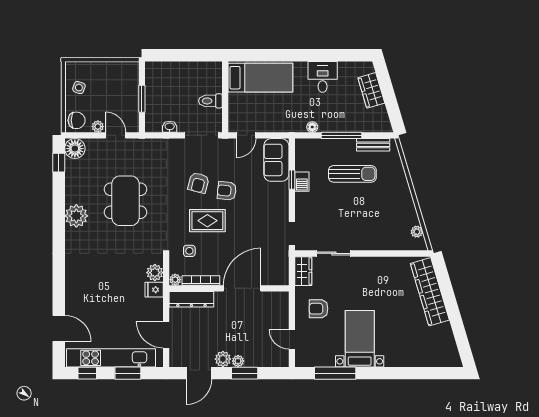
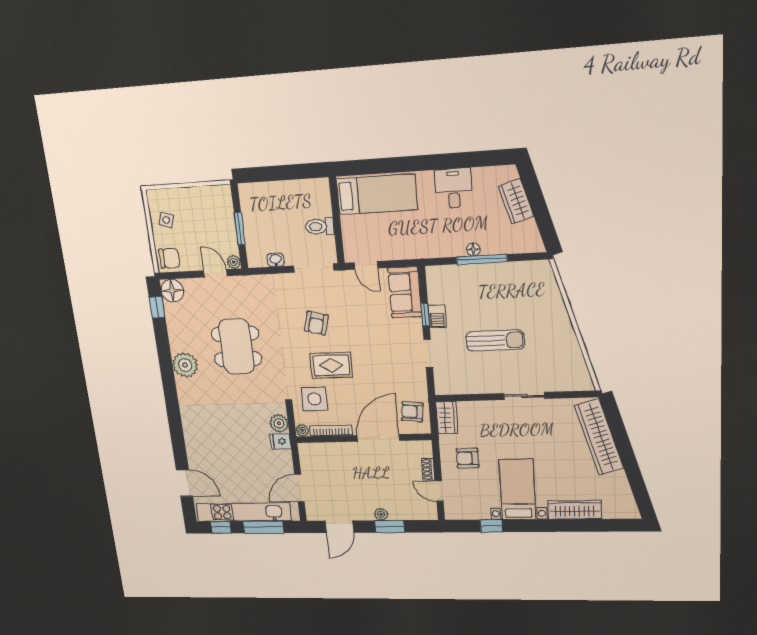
plant: (98, 127) -> (234, 262), moved
floor lamp: (312, 127) -> (473, 249), moved
door: (246, 135) -> (366, 265), hinge flipped
bench: (373, 145) -> (522, 269), removed
sun lounger: (352, 174) -> (495, 341), moved
armchair: (227, 191) -> (412, 412), moved
plant: (417, 232) -> (581, 369), removed
doorway: (292, 234) -> (428, 353), moved
side table: (189, 251) -> (314, 399), width x1.87, depth x1.87
sliding door: (334, 253) -> (524, 396), moved
dresser: (191, 299) -> (323, 451), removed
shoe rack: (284, 319) -> (428, 469), added
door: (166, 335) -> (299, 488), hinge flipped
wardrobe: (407, 358) -> (575, 510), added
plant: (223, 359) -> (364, 512), removed
window: (128, 373) -> (263, 527), width x1.44
window: (335, 373) -> (491, 526), width x0.46

